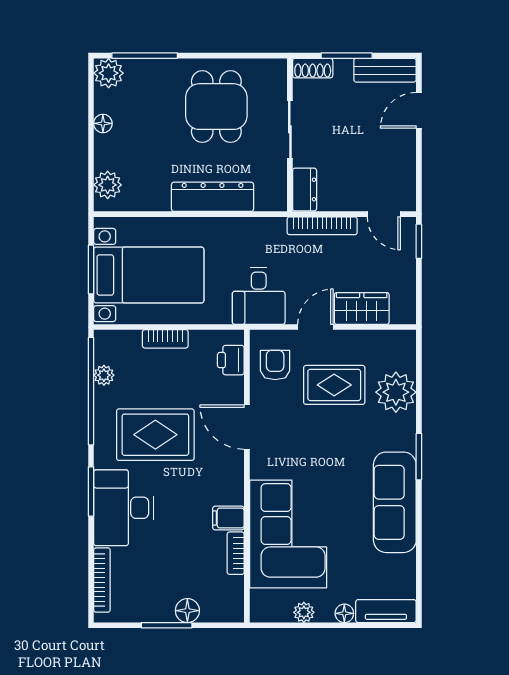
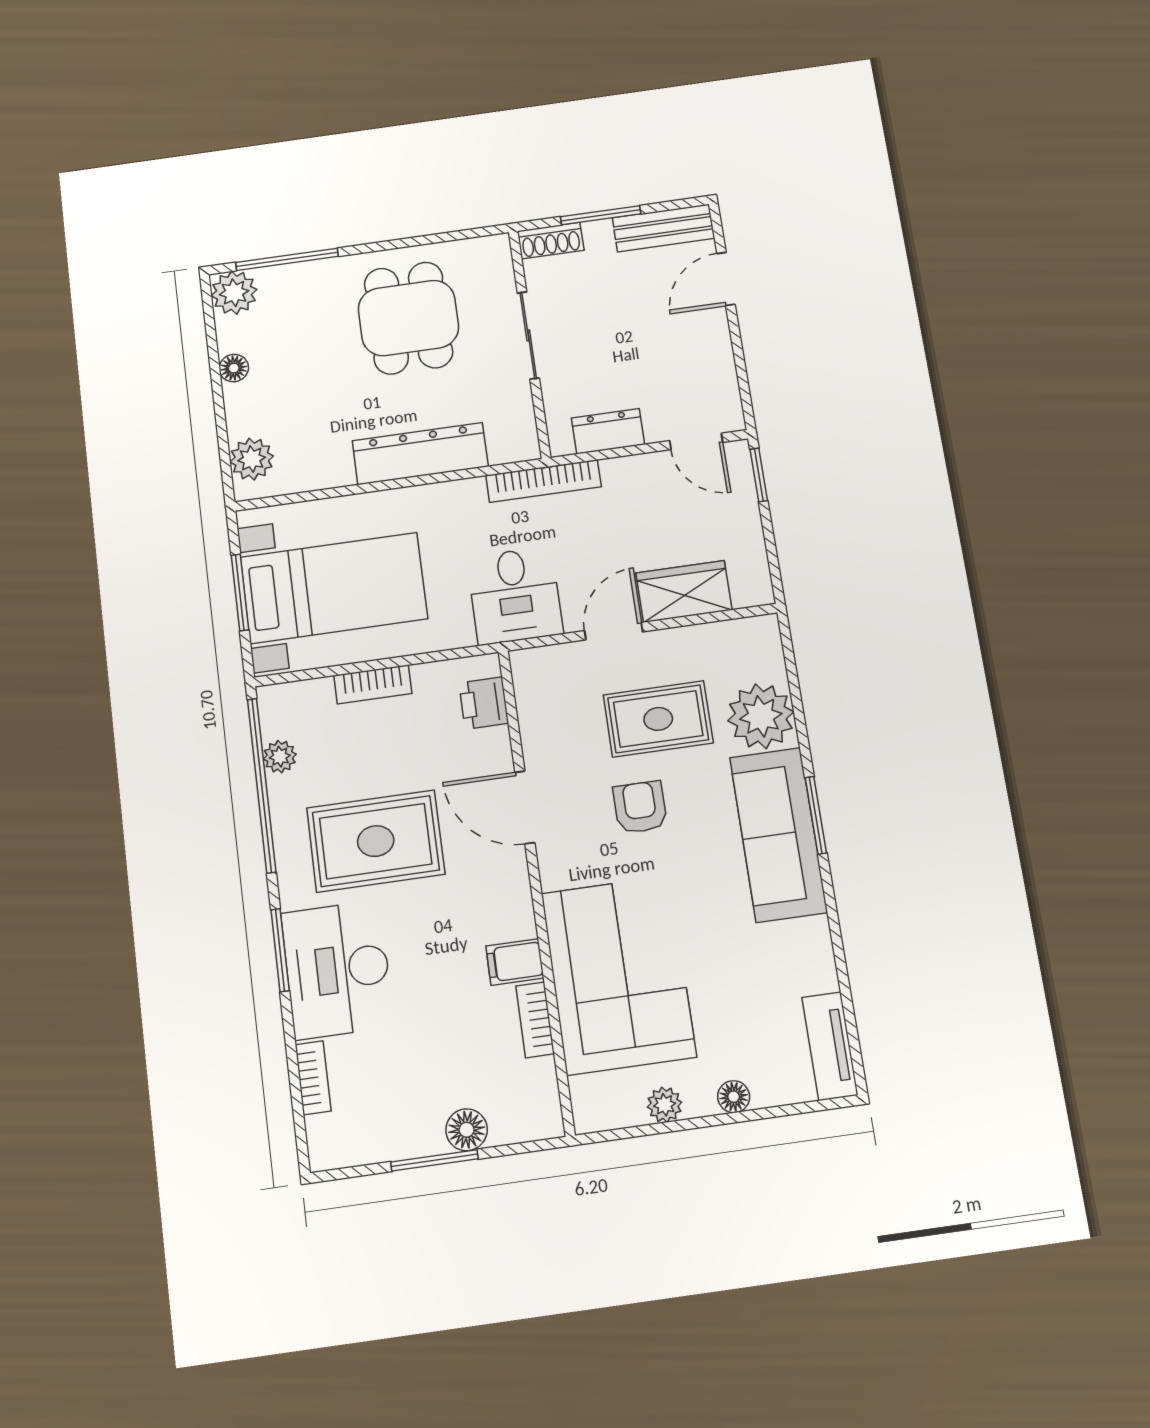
dresser: (305, 189) -> (608, 431), moved, turned -90
bookcase: (322, 226) -> (543, 481), moved
armchair: (275, 365) -> (640, 807), moved
sofa: (395, 502) -> (778, 835), moved
bookcase: (102, 580) -> (313, 1078), width x0.64
tv unit: (386, 611) -> (830, 1046), moved, turned -90

